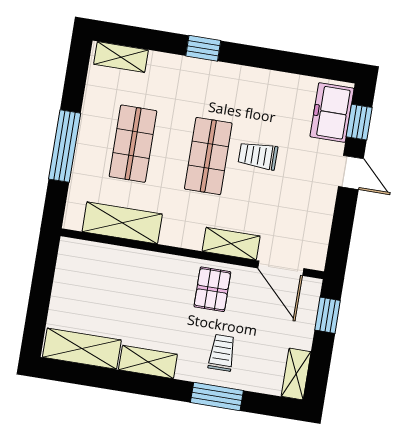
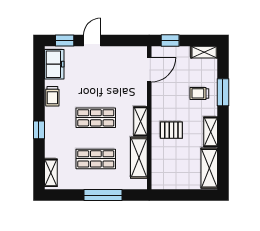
freezer: (332, 113) -> (54, 64), moved, turned -90
trolley: (258, 156) -> (52, 96), moved
shelving: (231, 244) -> (140, 121), moved
pallet: (212, 289) -> (171, 130), moved

